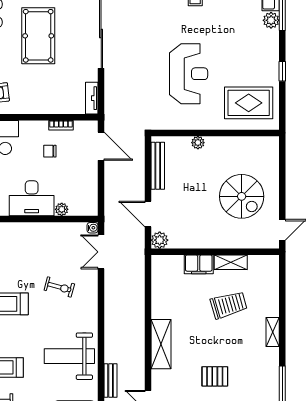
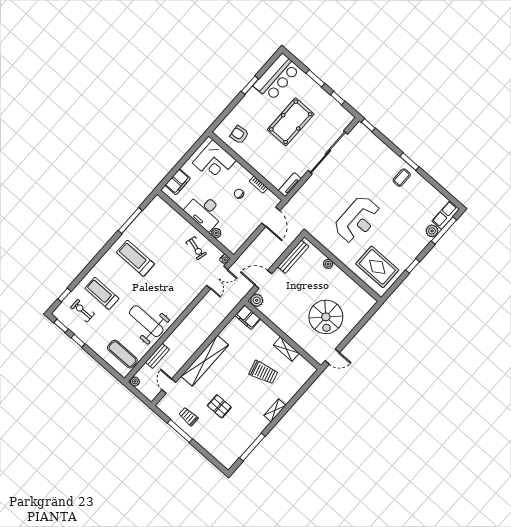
door: (148, 214) -> (263, 279), hinge flipped
double door: (101, 252) -> (217, 277), swing flipped
filing cabinet: (199, 264) -> (248, 317), moved
exercise bike: (59, 287) -> (196, 248), moved
shelving: (161, 344) -> (205, 361), width x1.47

